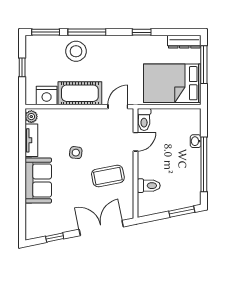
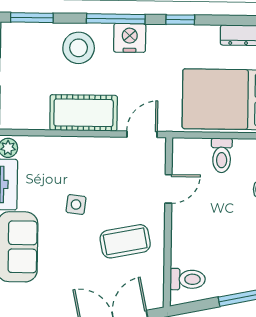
window: (87, 32) -> (116, 19), moved
nightstand: (47, 96) -> (130, 38), moved, turned 180
toilet: (144, 119) -> (222, 155), moved
toilet: (149, 186) -> (188, 279), moved

